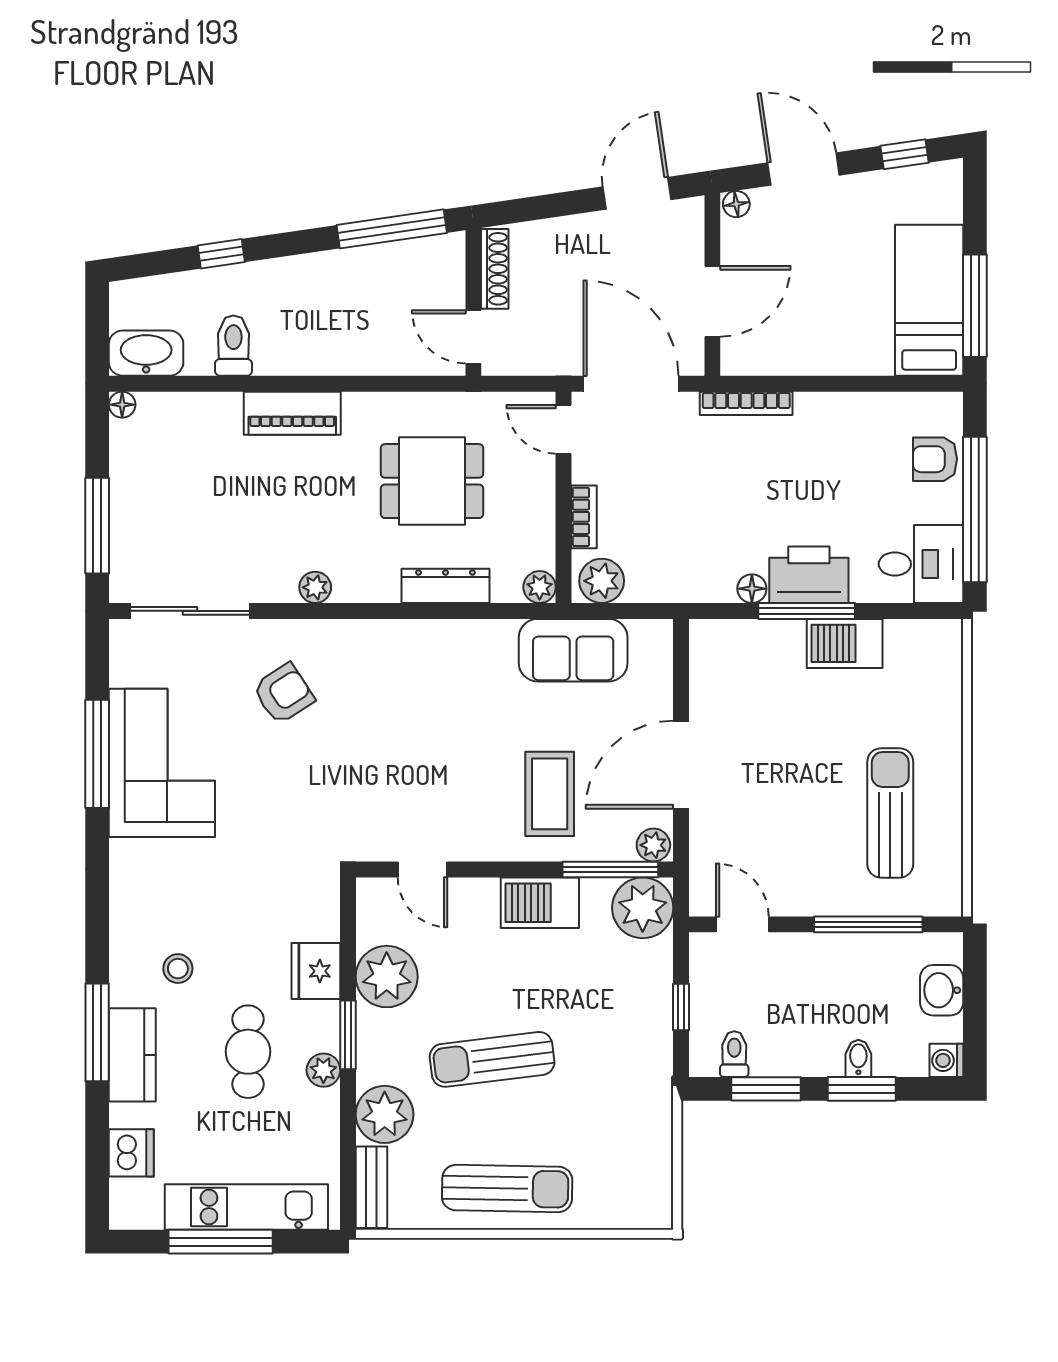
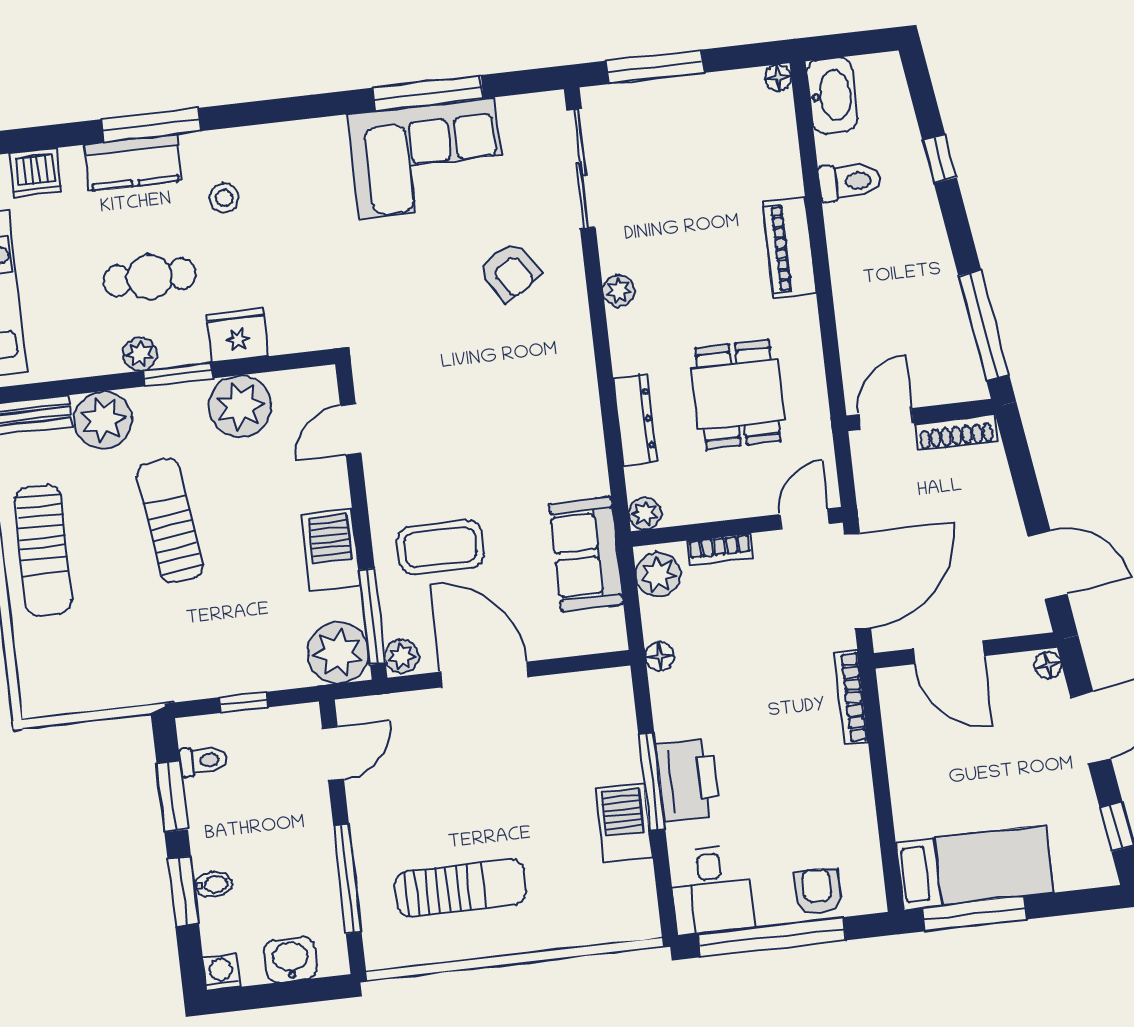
floor lamp: (752, 589) -> (660, 656), moved

